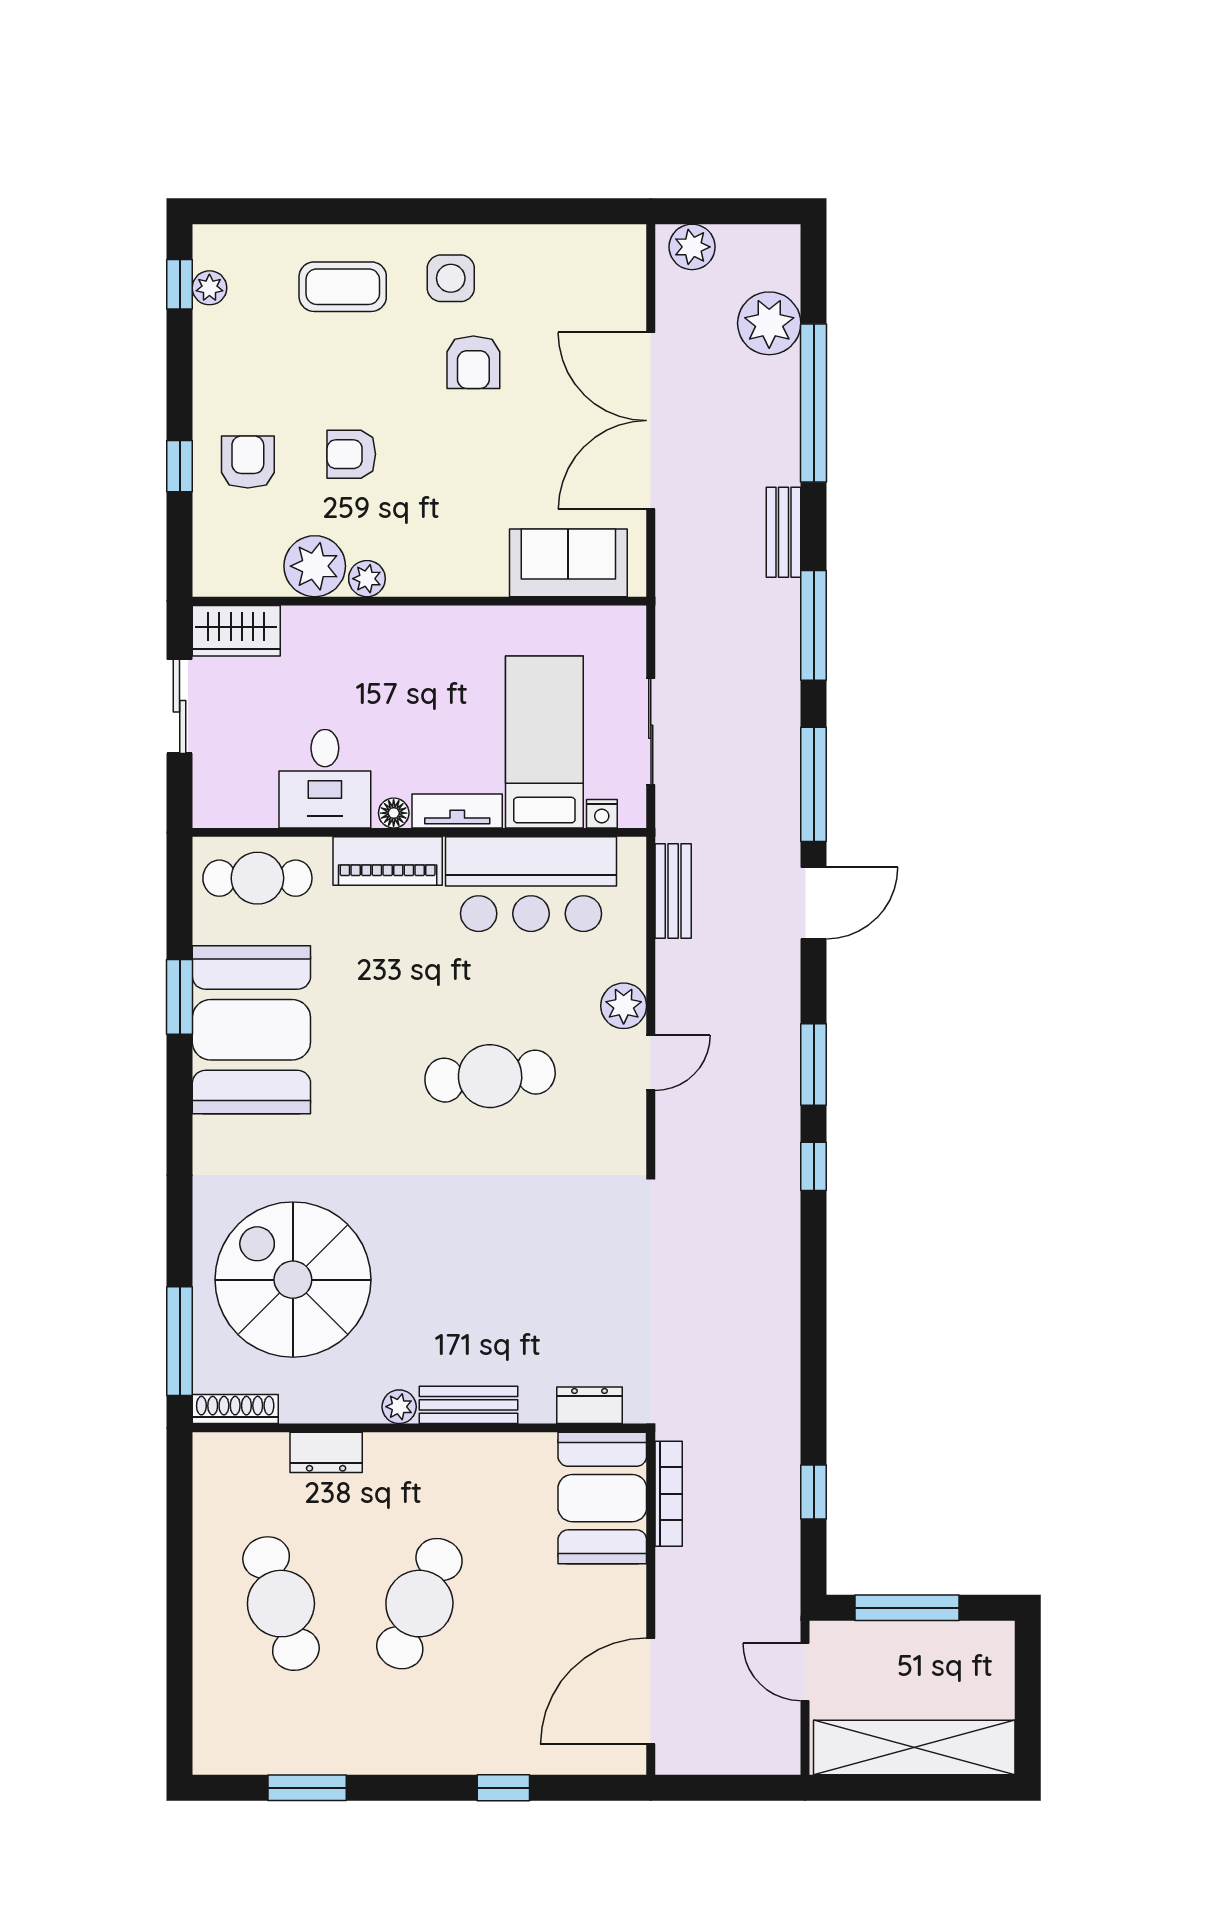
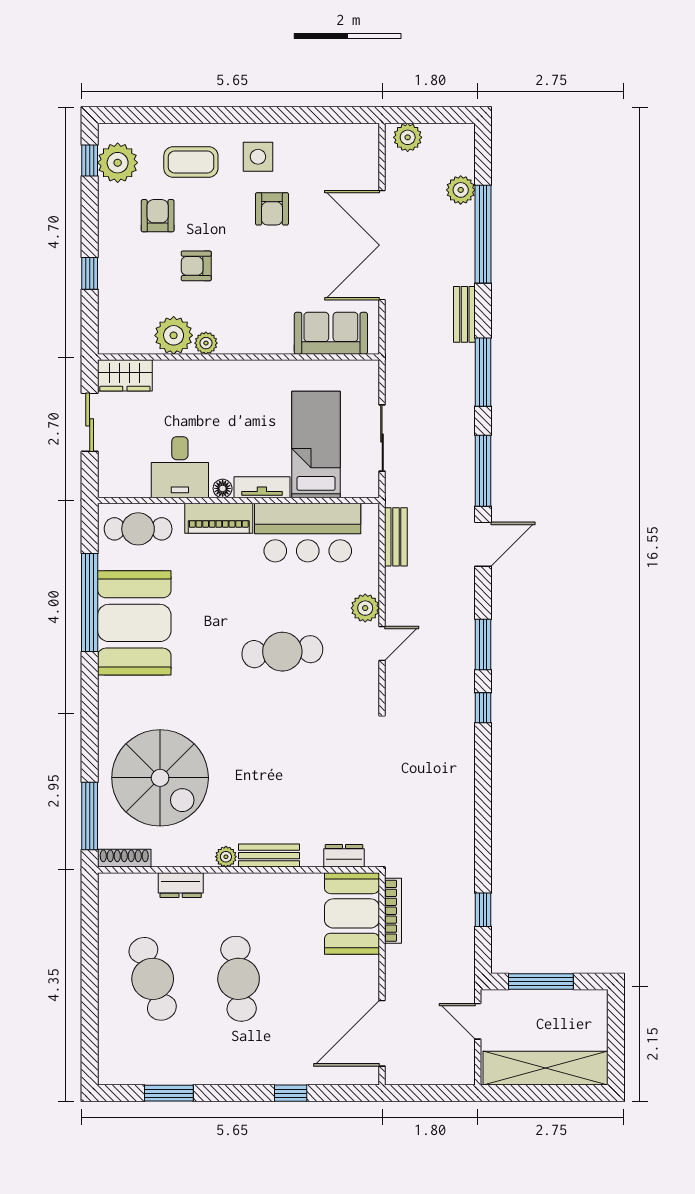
plant: (209, 288) -> (118, 163), width x1.88, depth x1.88
plant: (769, 323) -> (461, 190), width x0.73, depth x0.73
armchair: (248, 462) -> (158, 216), moved
nightstand: (602, 814) -> (352, 489), removed
window: (180, 997) -> (90, 602), width x2.11
spiral stairs: (293, 1280) -> (160, 778), turned 180
cafe table: (419, 1604) -> (239, 979), turned -30

